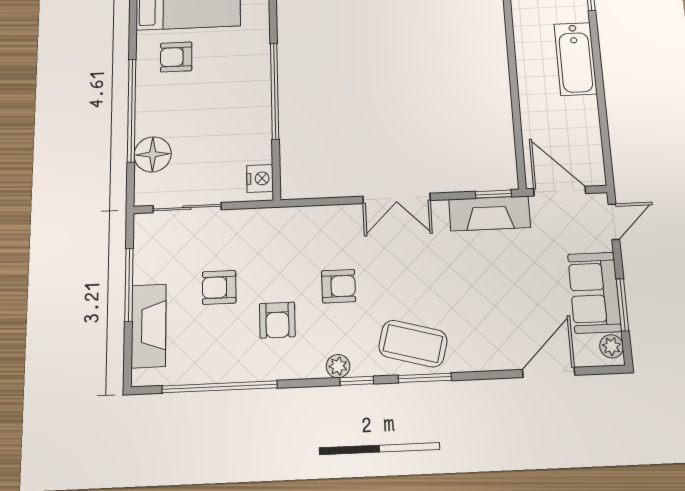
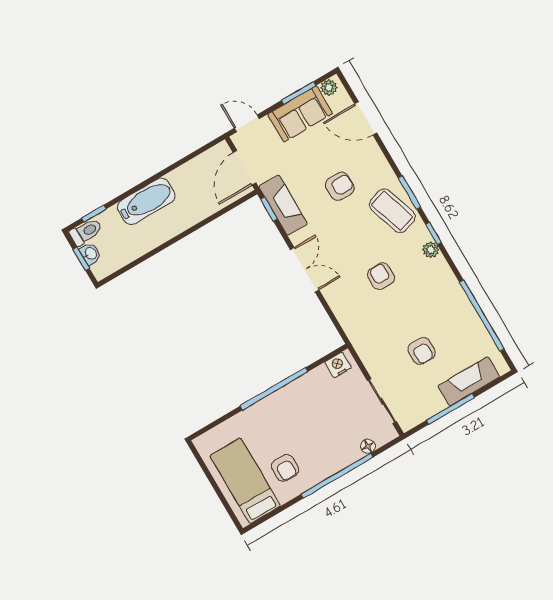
floor lamp: (153, 154) -> (368, 446), width x0.53, depth x0.53
armchair: (277, 320) -> (340, 186), moved
coffee table: (413, 344) -> (392, 211), turned -33

